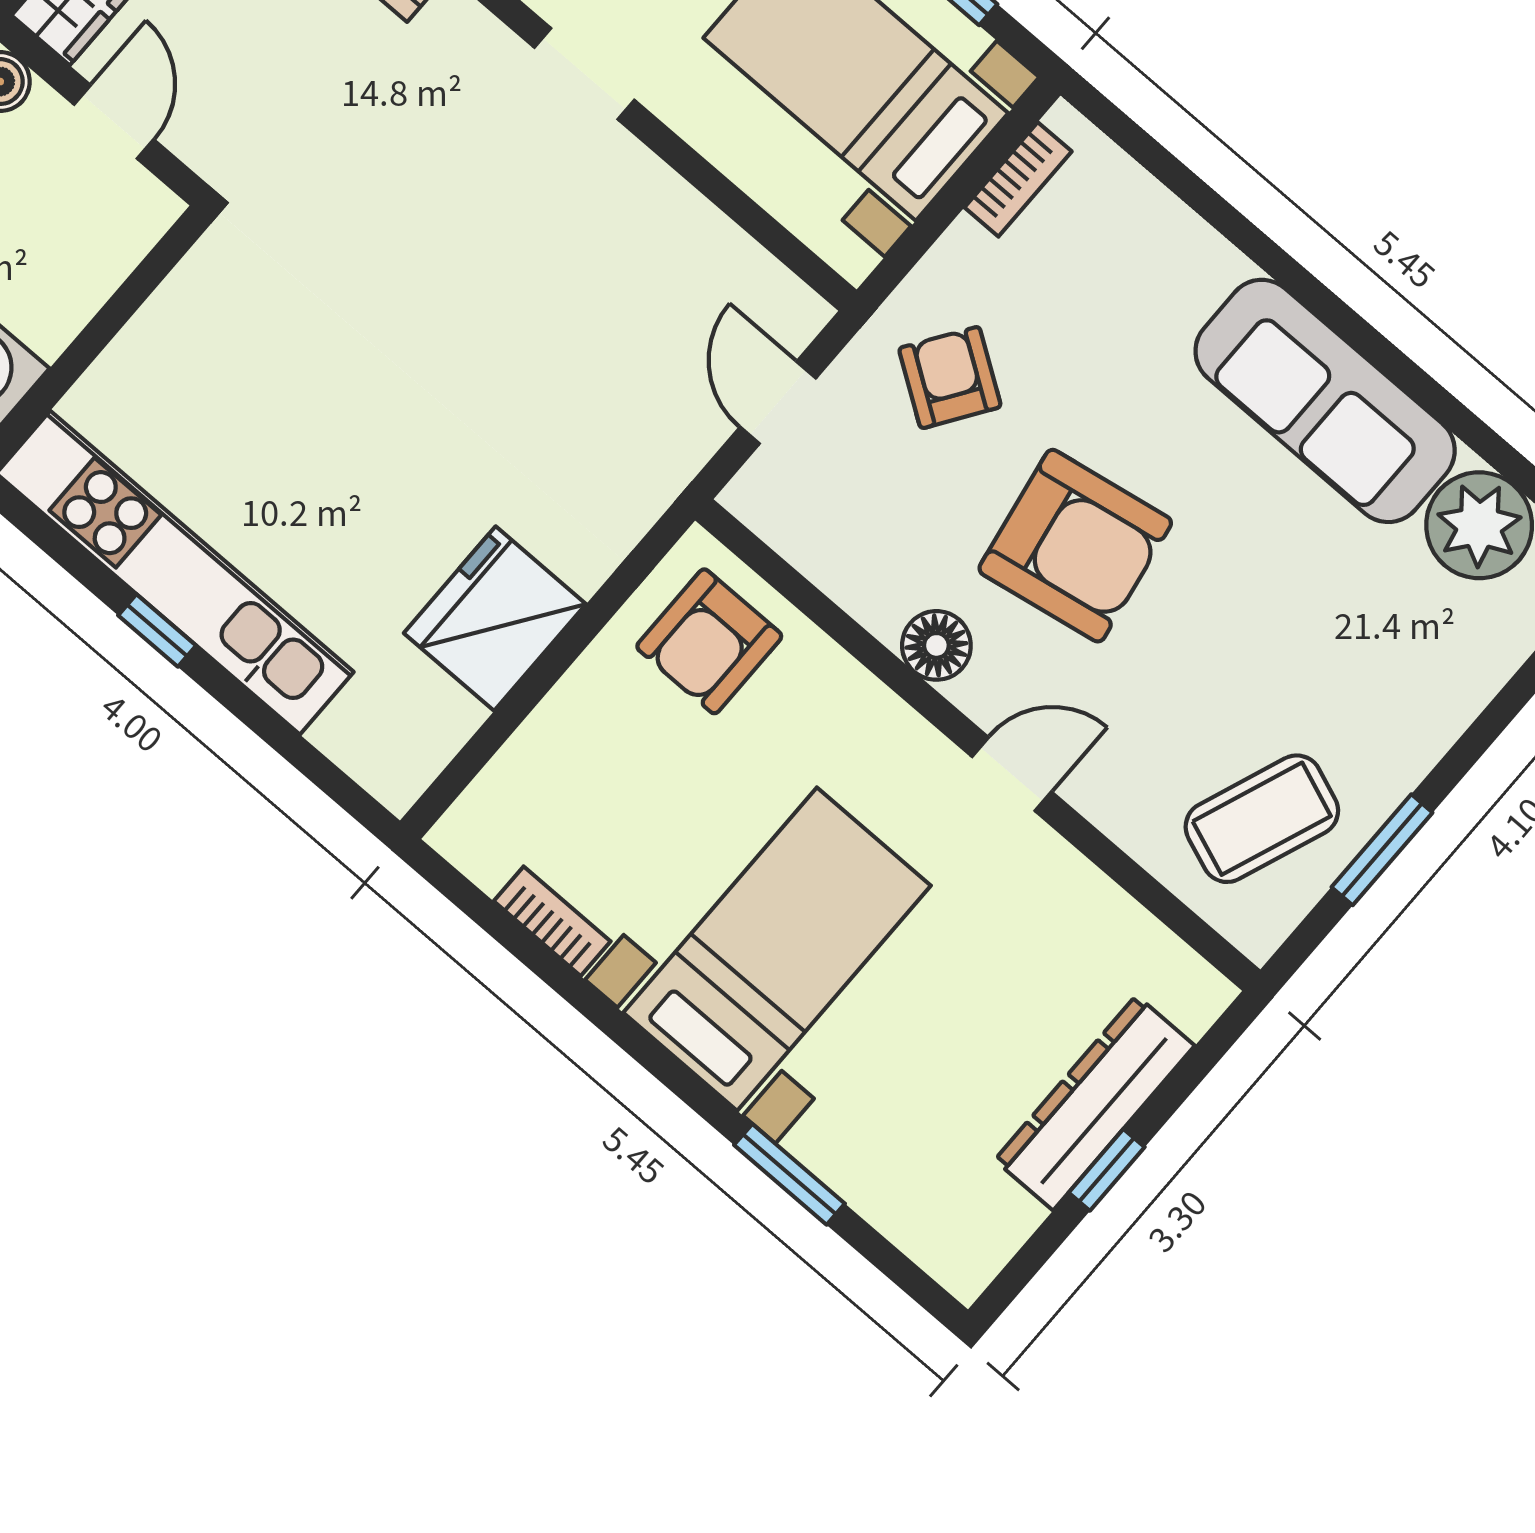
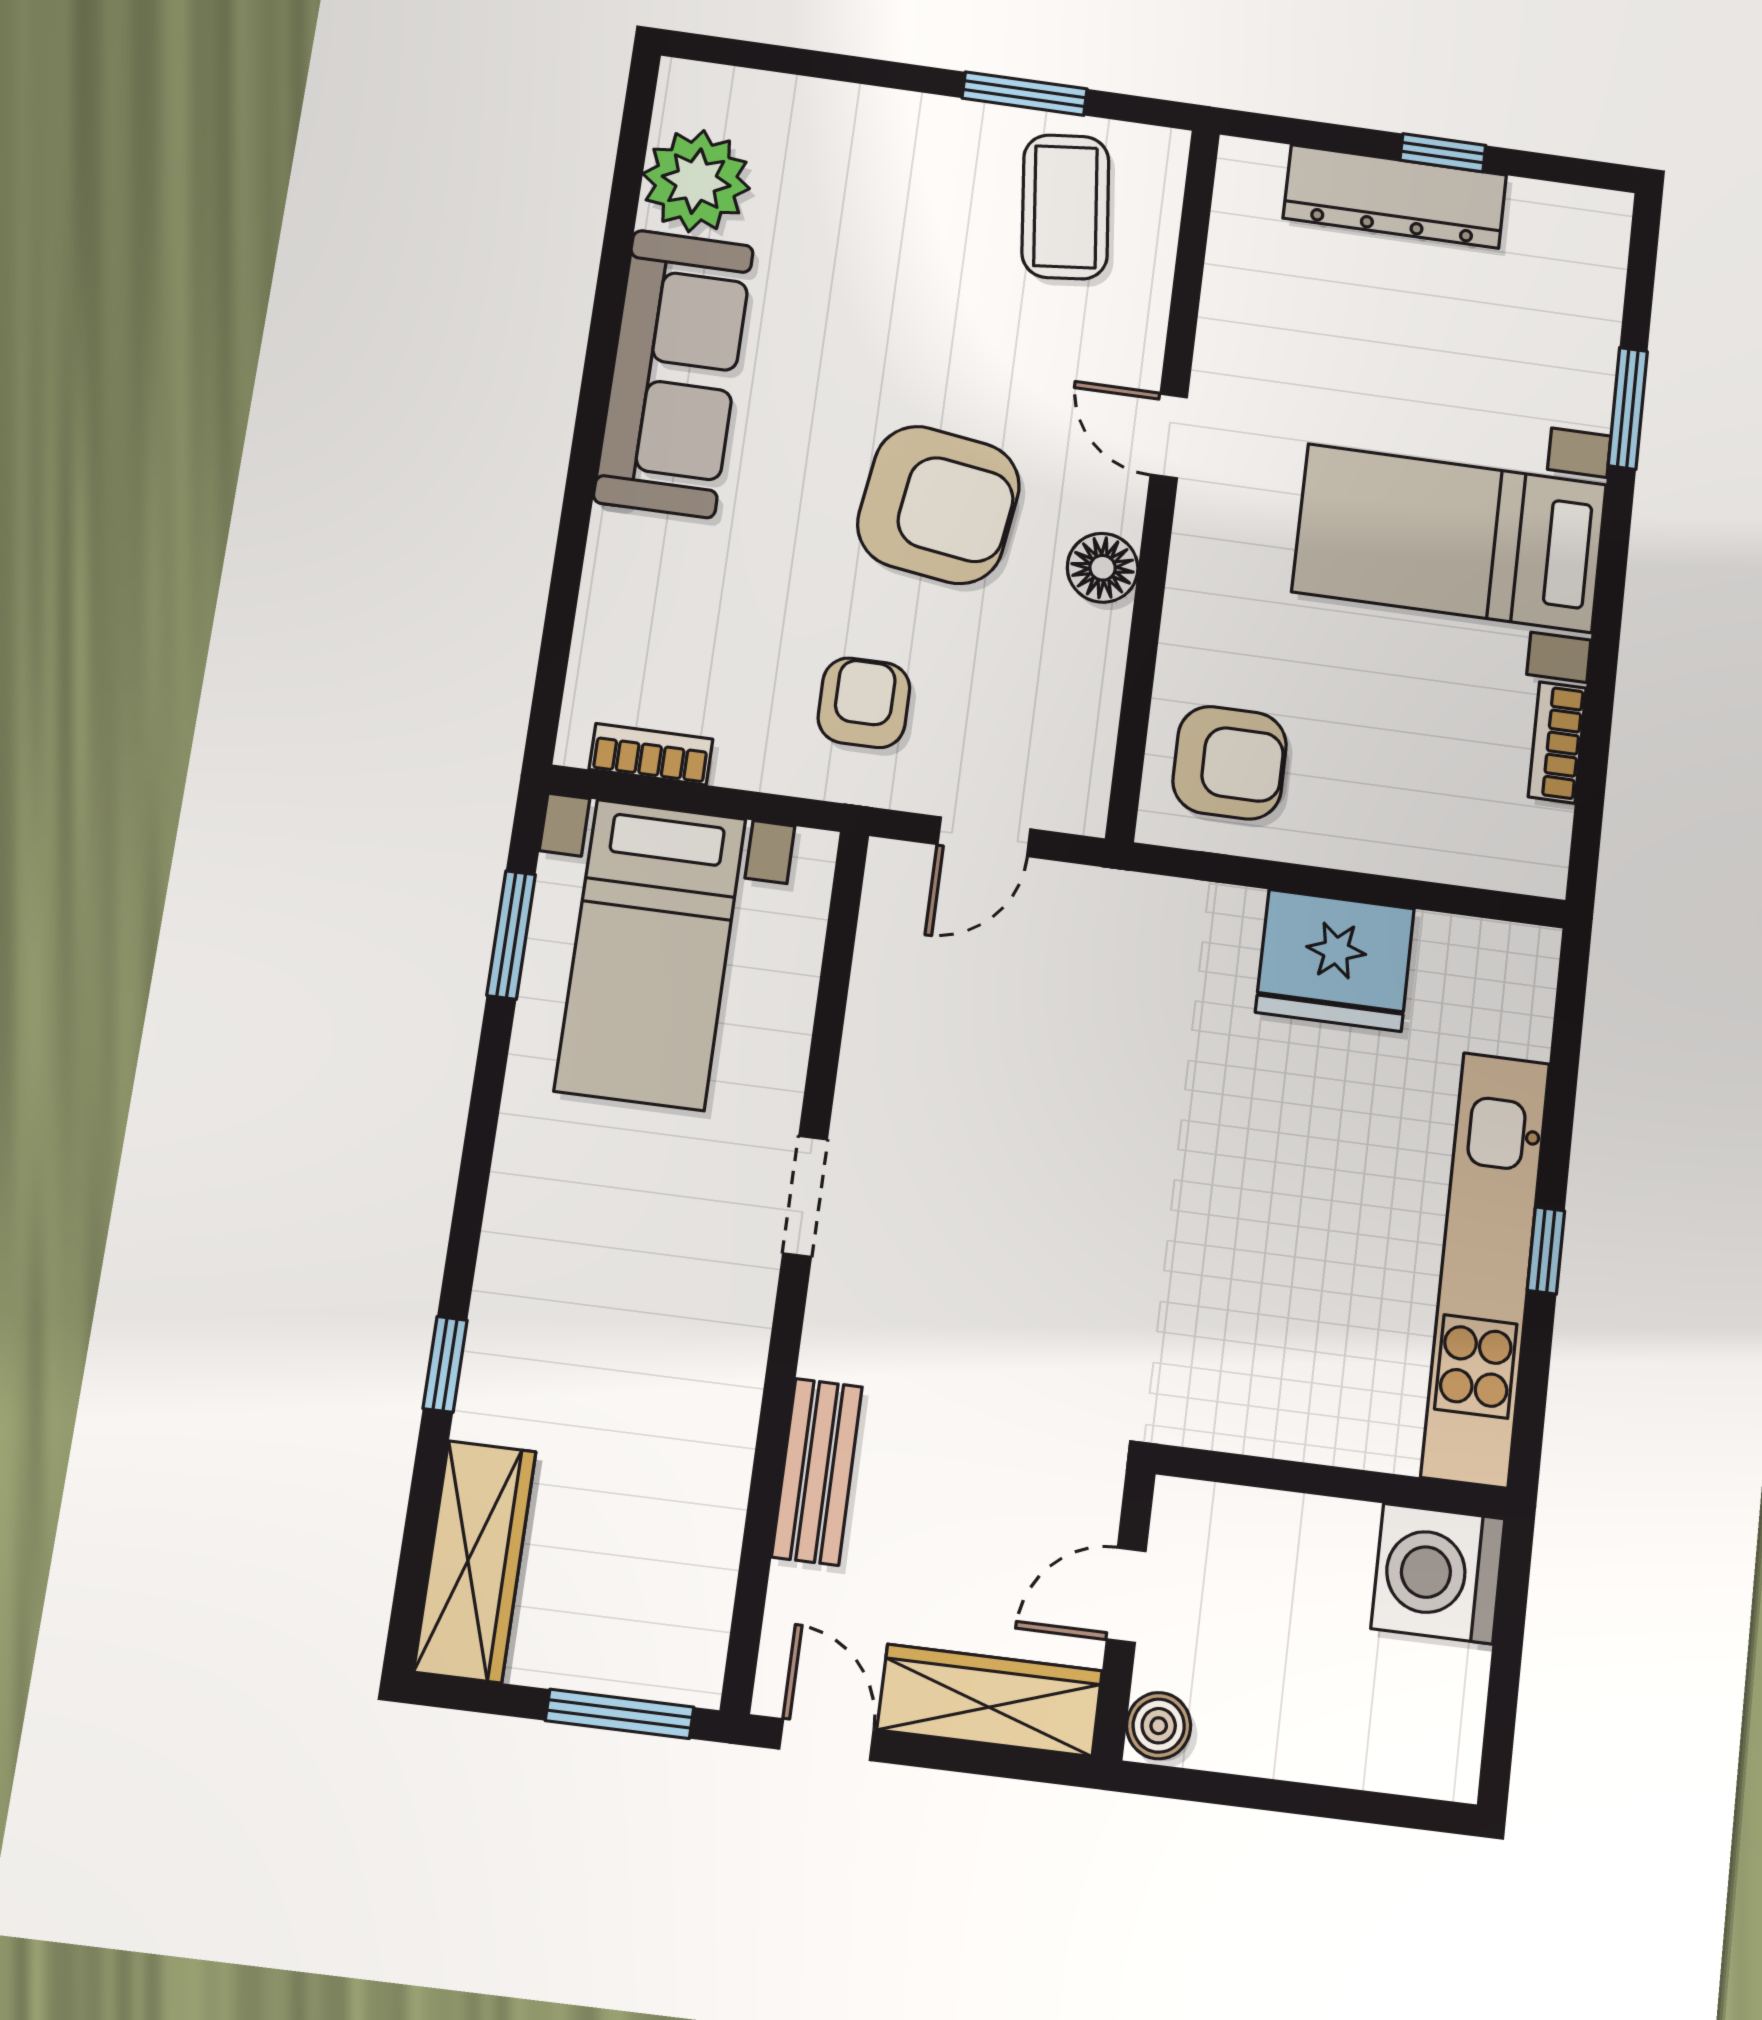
armchair: (950, 378) -> (864, 703), turned 146
armchair: (1075, 546) -> (938, 505), turned 108
coffee table: (1262, 819) -> (1065, 207), turned 63

